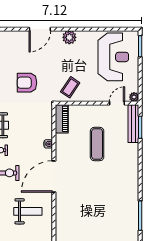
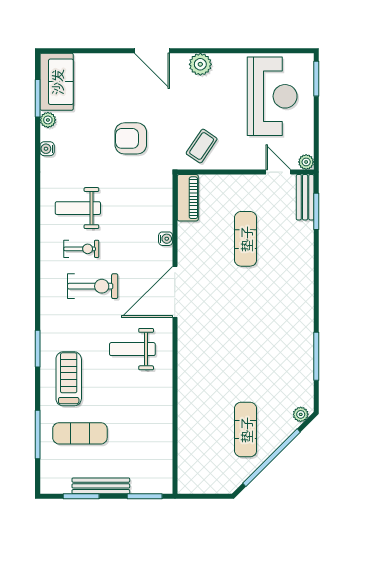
door: (40, 29) -> (152, 51), hinge flipped
door: (117, 103) -> (278, 172), hinge flipped
bench: (133, 124) -> (305, 197), width x0.73
weight bench: (28, 211) -> (132, 349), turned 180

